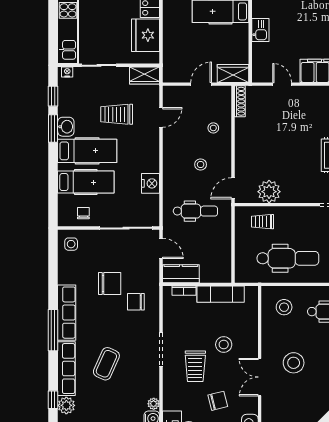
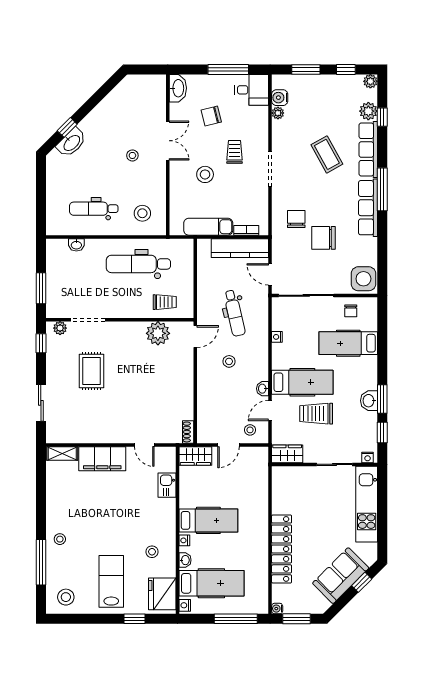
kitchen sink: (260, 30) -> (167, 485), moved
fridge: (146, 35) -> (286, 496), removed
shoe rack: (240, 101) -> (188, 432), width x0.70
trolley: (117, 114) -> (316, 414), turned 180
stool: (213, 128) -> (250, 430), moved
washbasin: (168, 138) -> (263, 389), added
hospital bed: (87, 151) -> (302, 382), moved, turned 180
nightstand: (150, 183) -> (277, 337), width x0.53, depth x0.56
dental chair: (195, 211) -> (234, 313), turned -103
side table: (71, 244) -> (363, 279), width x1.87, depth x1.87
kitchen counter: (181, 274) -> (240, 248), width x1.50
chair: (136, 302) -> (296, 219), turned -90
stool: (294, 363) -> (132, 155), width x0.53, depth x0.53
coffee table: (106, 364) -> (327, 154), turned -53
trolley: (195, 366) -> (234, 152), width x0.73, depth x0.72

